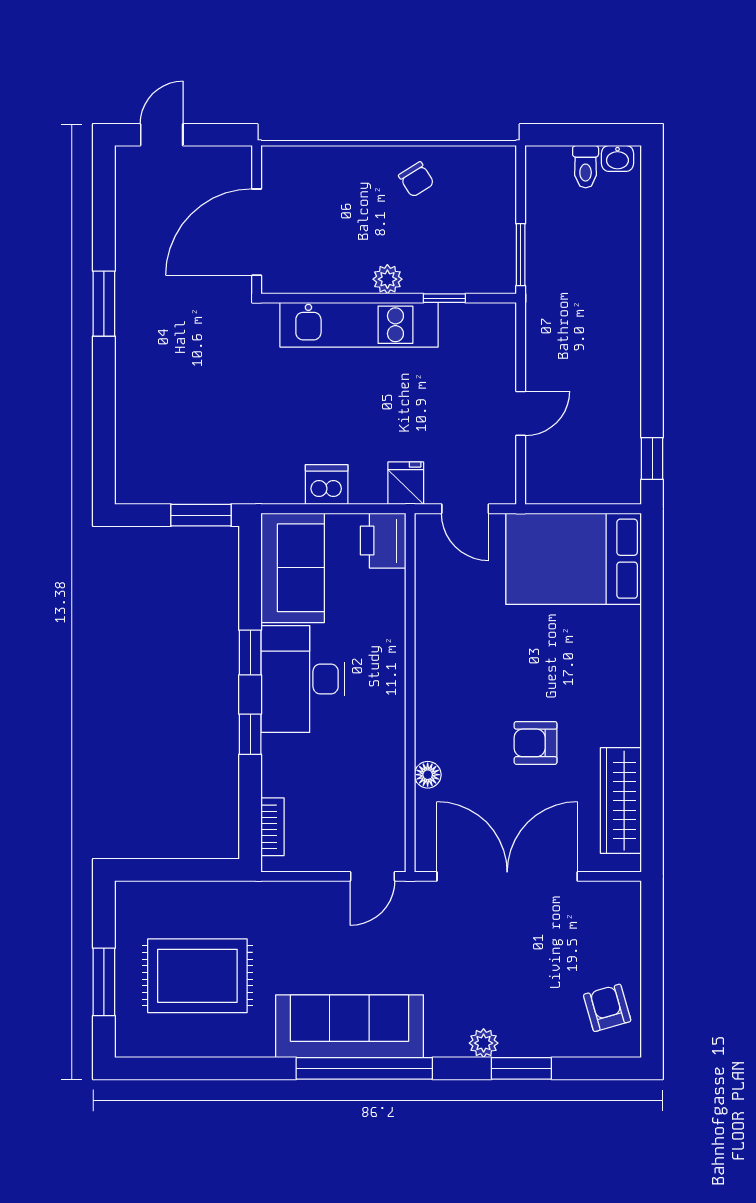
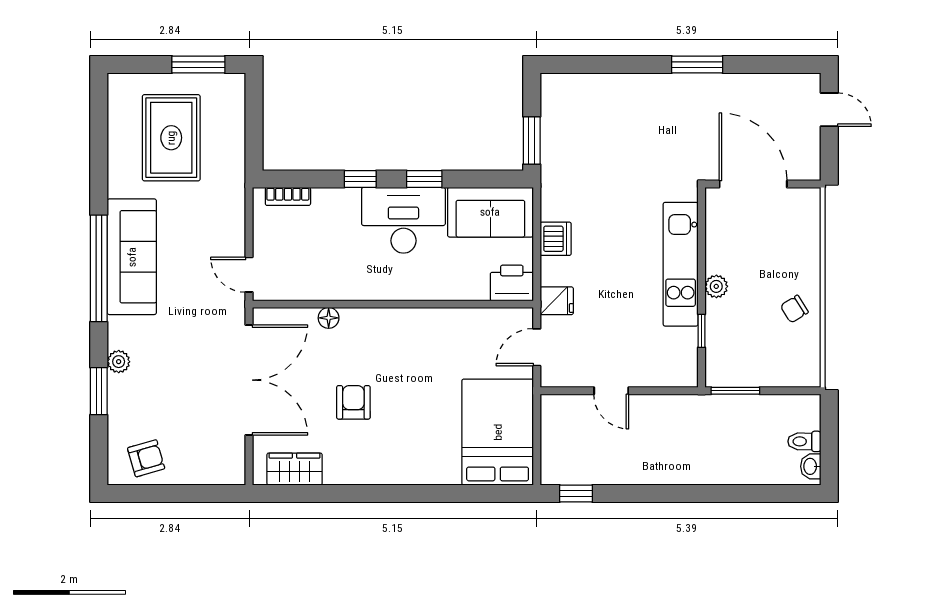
wardrobe: (621, 801) -> (295, 469), width x0.67
window: (104, 982) -> (198, 65), moved

